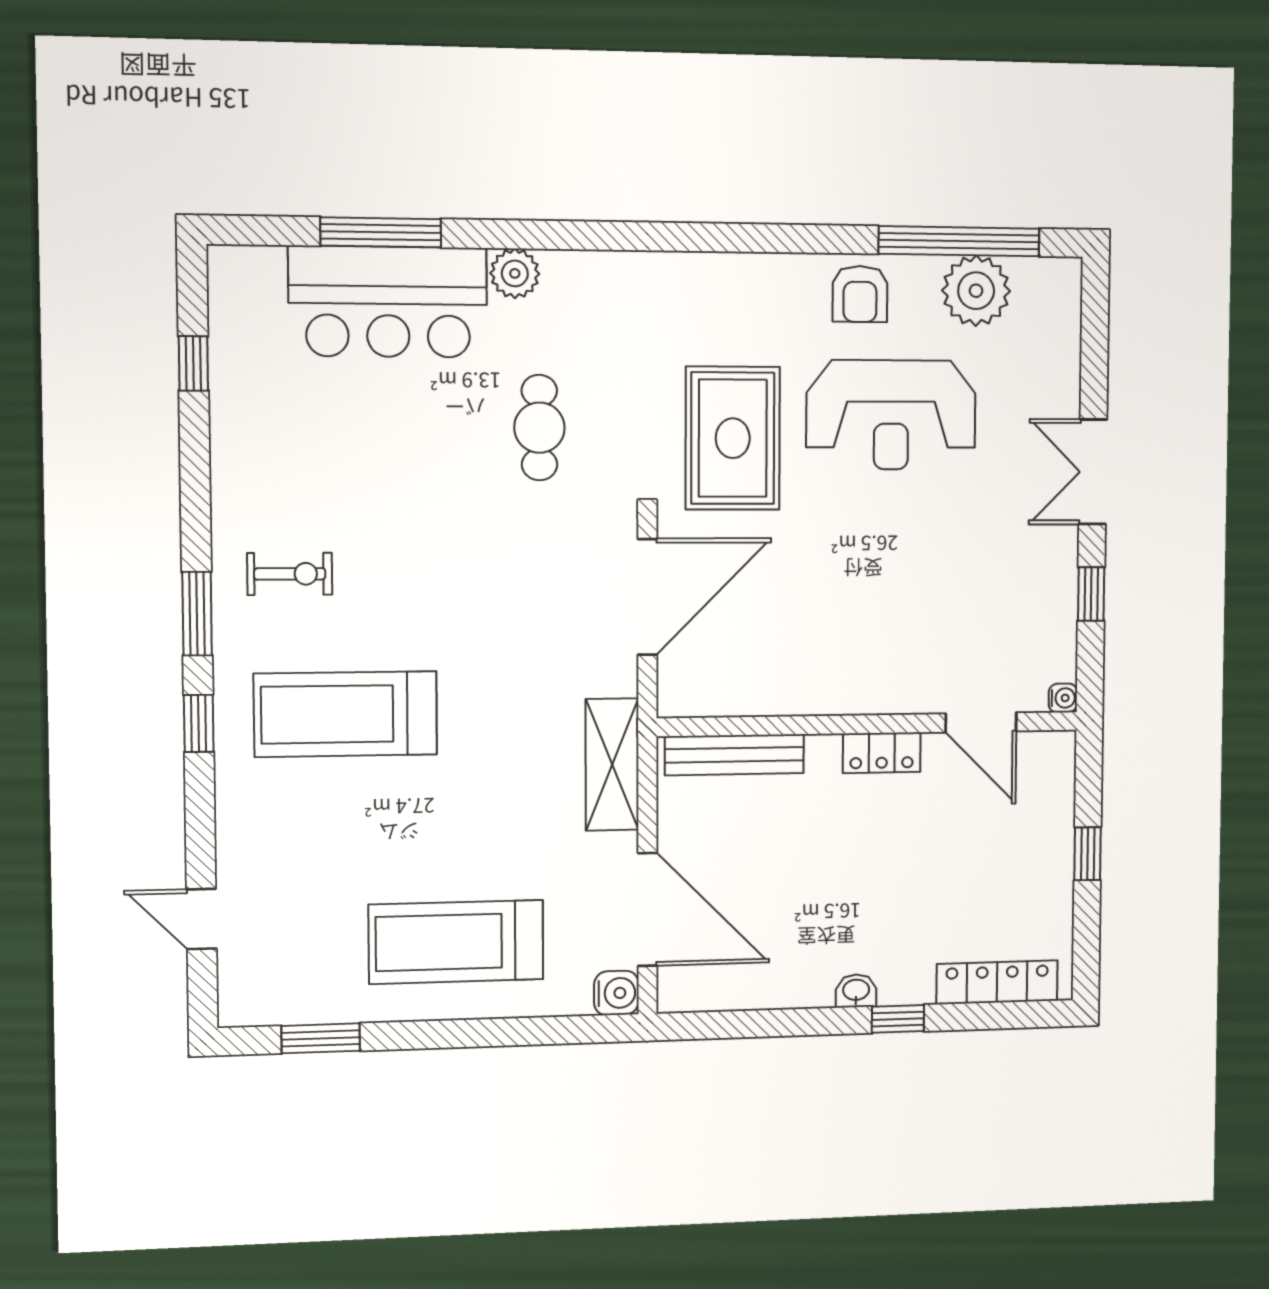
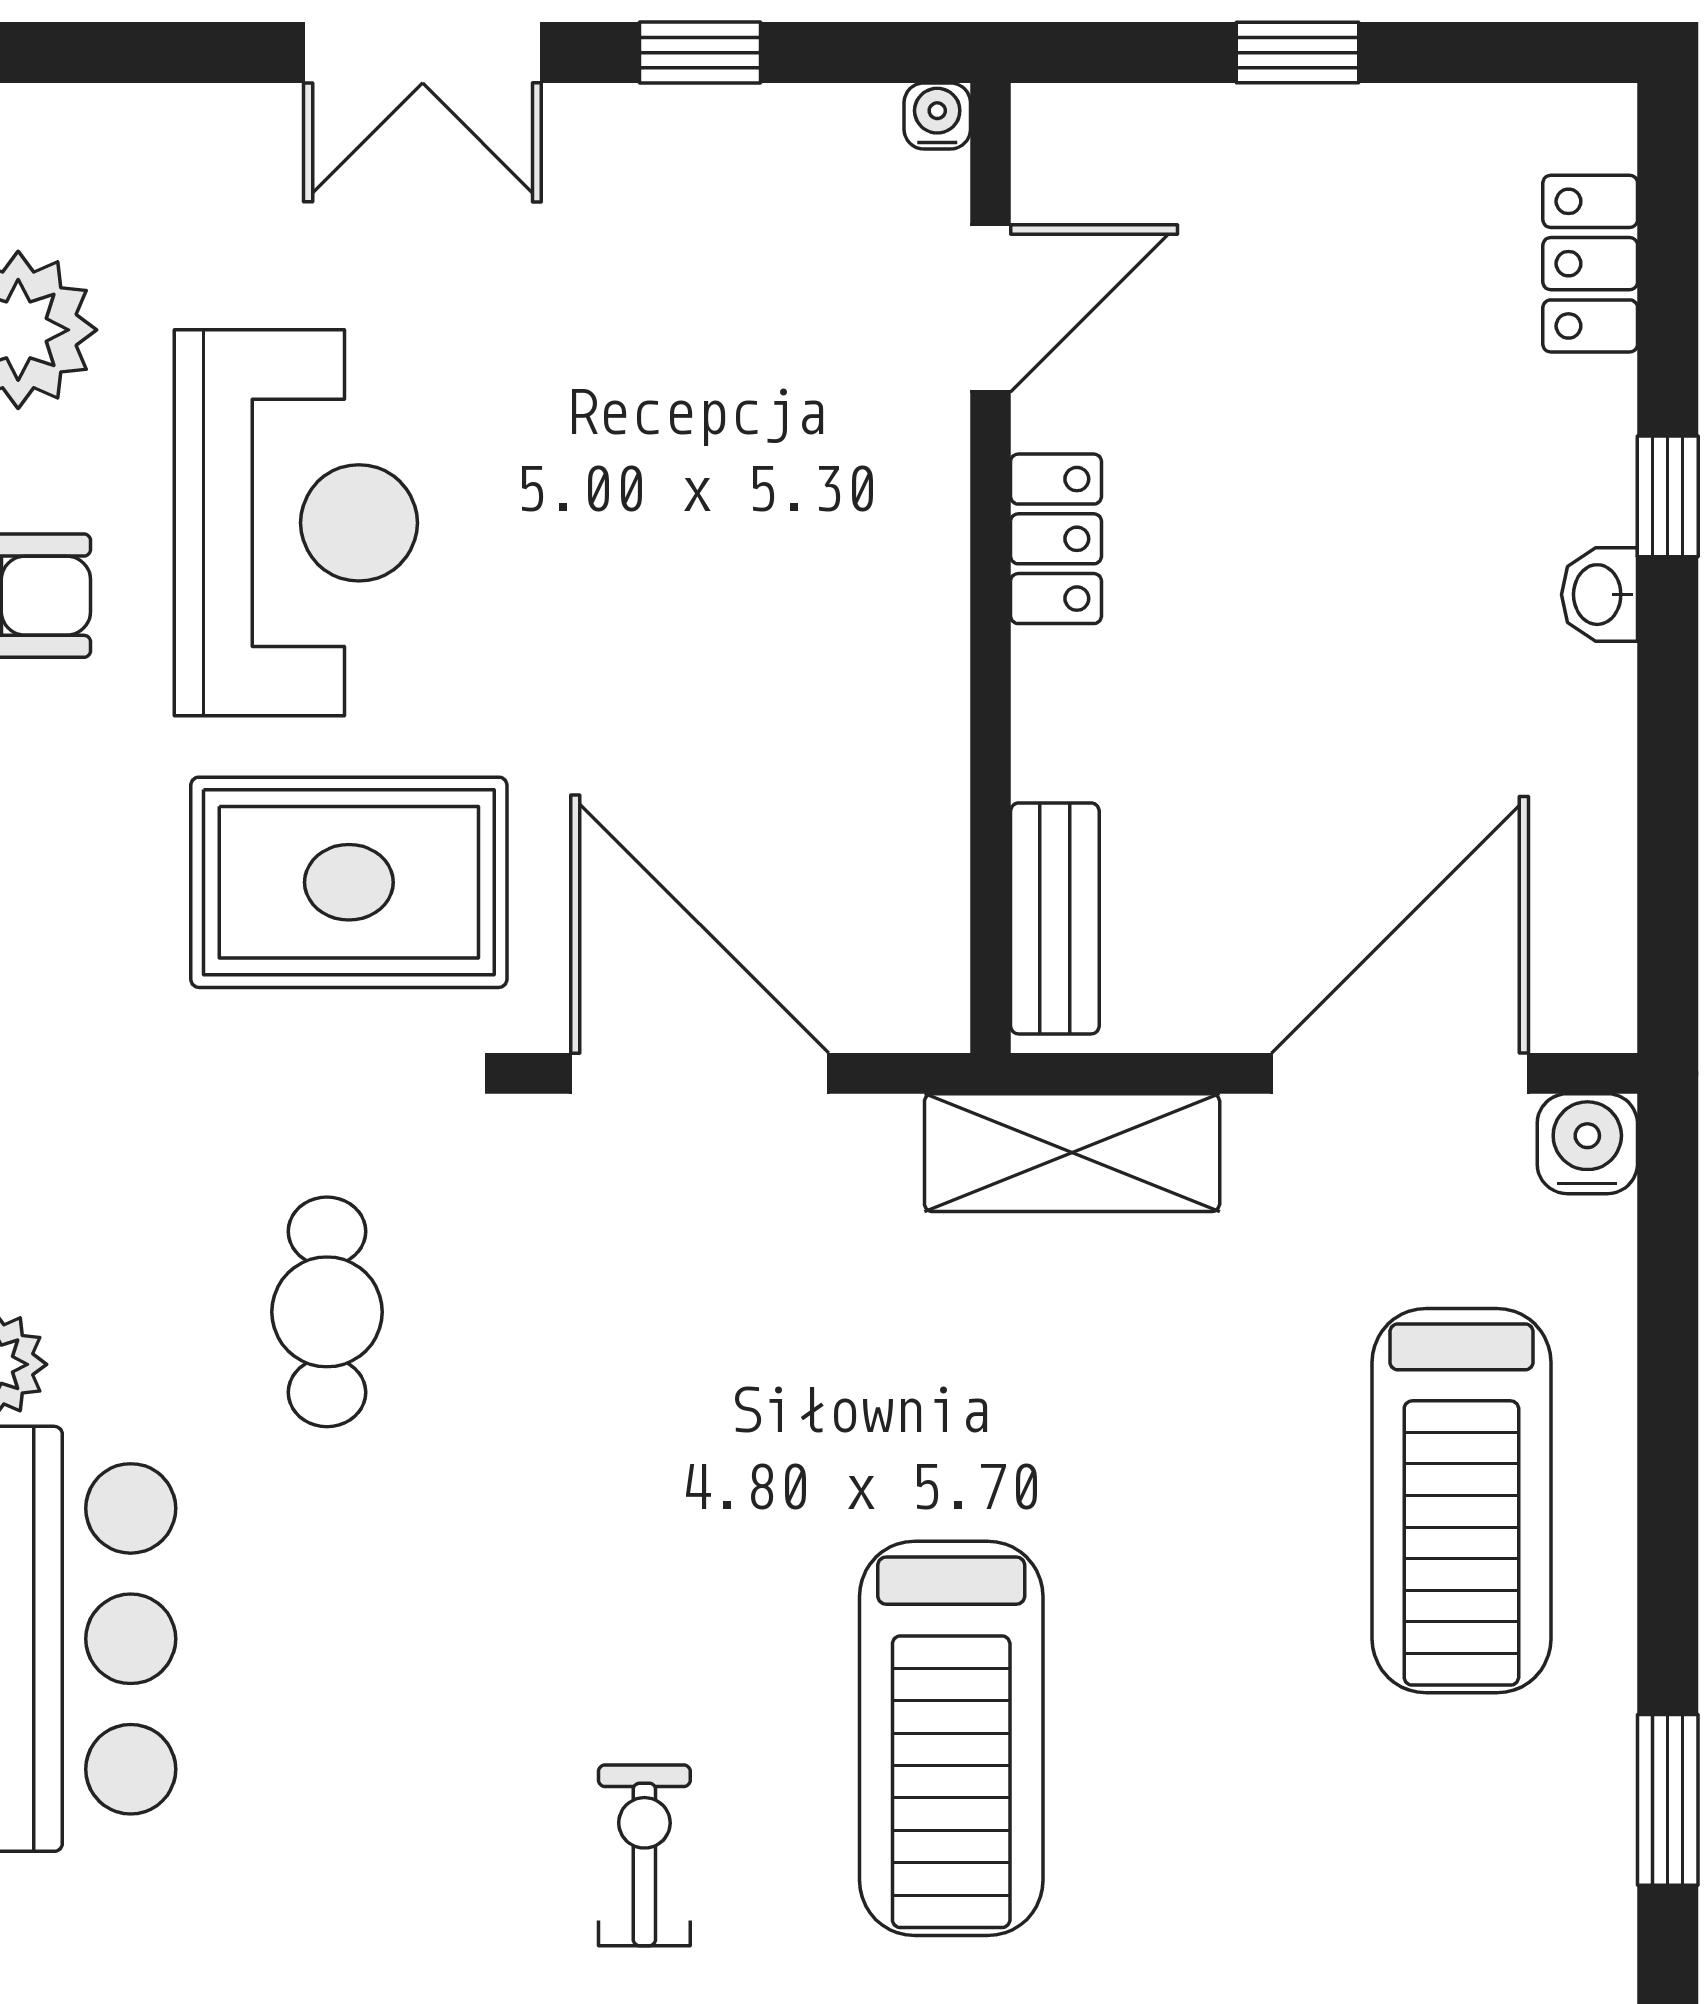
cafe table: (539, 428) -> (327, 1312), turned 90
bench: (735, 755) -> (1055, 918), width x0.73
locker: (997, 982) -> (1590, 264), width x0.66

